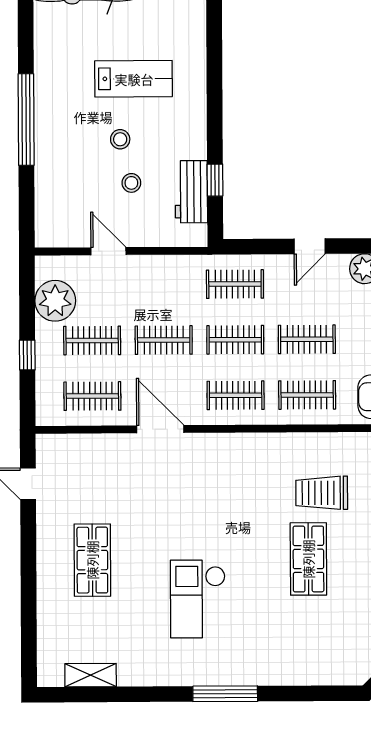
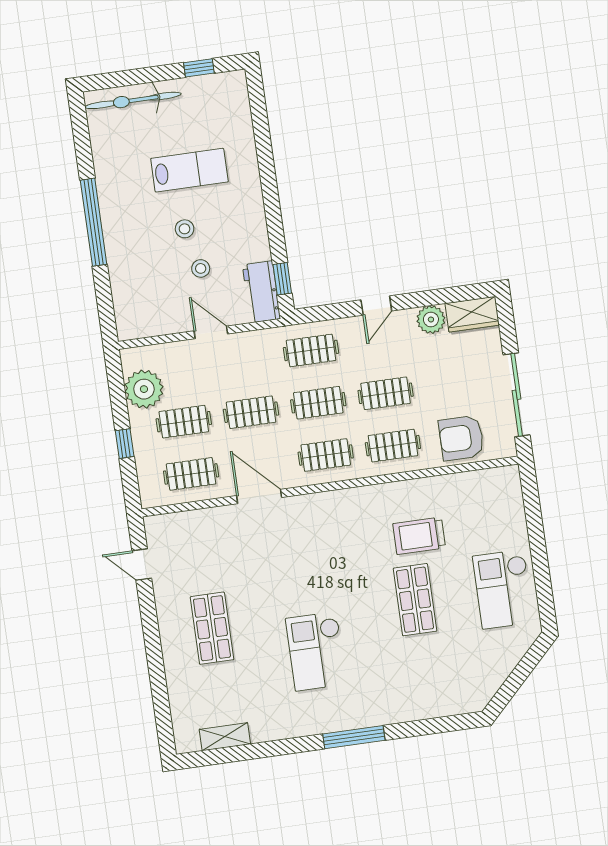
window: (215, 180) -> (282, 279), moved
workbench: (191, 192) -> (261, 292), moved
door: (108, 251) -> (211, 332), moved

